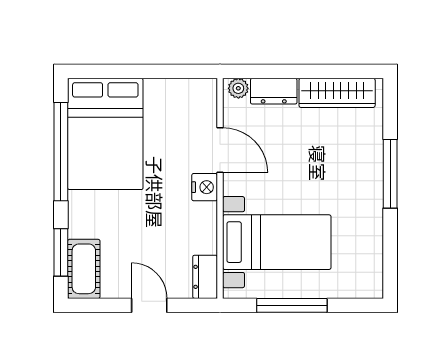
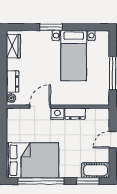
wardrobe: (337, 93) -> (13, 46), width x0.67
window: (390, 174) -> (51, 27), width x0.69
bed with nightstands: (277, 242) -> (74, 56), moved, turned 180
dresser: (205, 277) -> (75, 114), moved

